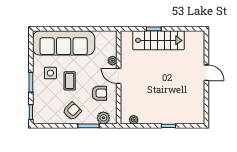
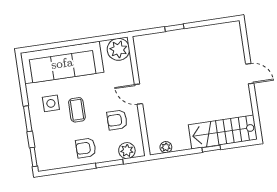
stairs: (158, 40) -> (223, 132), moved, turned 180
plant: (112, 61) -> (118, 49), moved, width x1.87, depth x1.87
armchair: (99, 93) -> (117, 120), turned 180
armchair: (72, 111) -> (86, 148), turned -135

